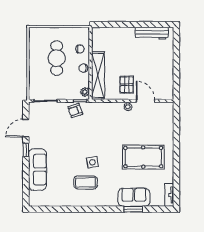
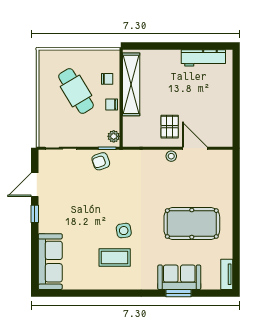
cafe table: (57, 58) -> (76, 91), turned -31
shelving: (98, 75) -> (131, 84), moved
sofa: (37, 170) -> (50, 262), moved

